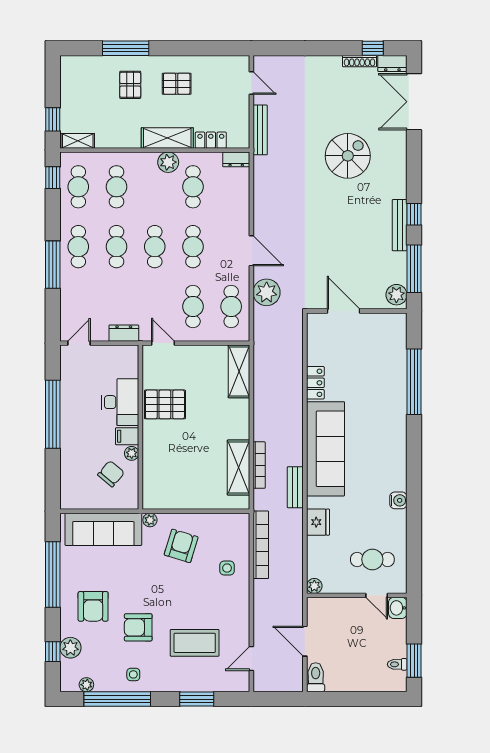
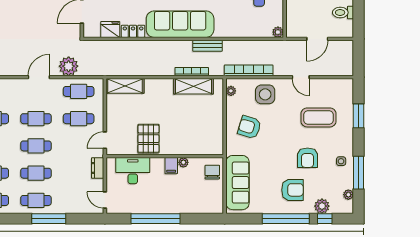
desk: (120, 402) -> (133, 171), moved
chair: (111, 474) -> (212, 172), moved, turned 50
plant: (150, 520) -> (231, 91), moved
fridge: (318, 522) -> (110, 29), moved
side table: (227, 568) -> (265, 94), width x1.87, depth x1.87
window: (53, 575) -> (286, 219), moved
coffee table: (195, 643) -> (319, 117), turned 90
door: (251, 658) -> (301, 77), moved
toilet: (316, 677) -> (343, 13), moved
window: (117, 699) -> (359, 173), width x0.68

